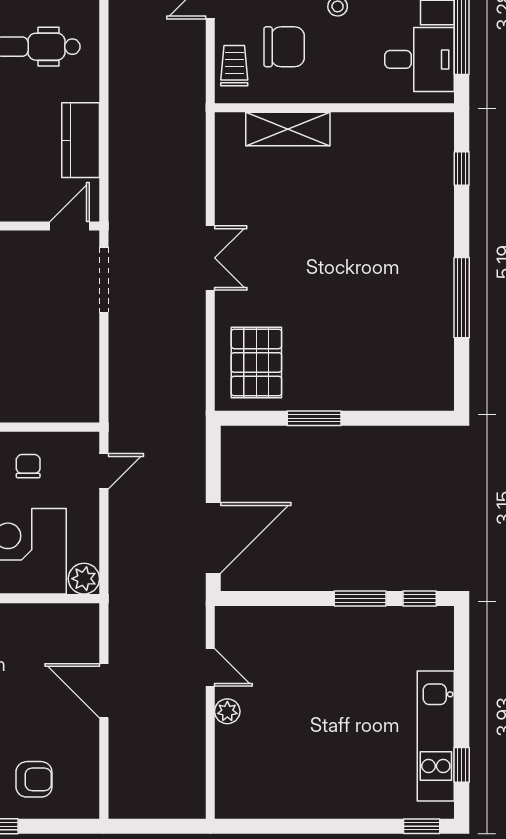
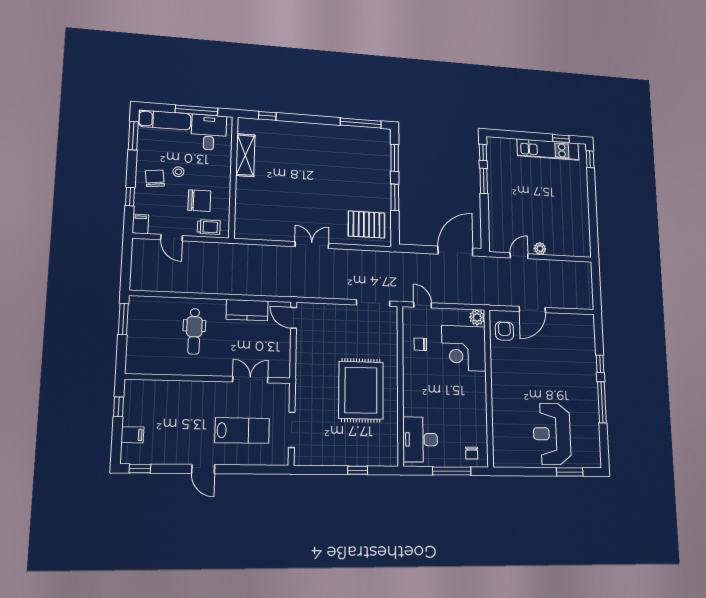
chair: (284, 47) -> (199, 201), turned 90
trolley: (234, 66) -> (209, 227), turned 180
shelving: (288, 129) -> (245, 155), moved
doorway: (104, 280) -> (373, 303), moved
window: (462, 298) -> (361, 123), moved
window: (395, 418) -> (395, 158), added
door: (213, 538) -> (455, 251), hinge flipped
armchair: (34, 779) -> (504, 331), moved

